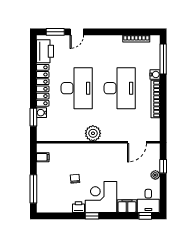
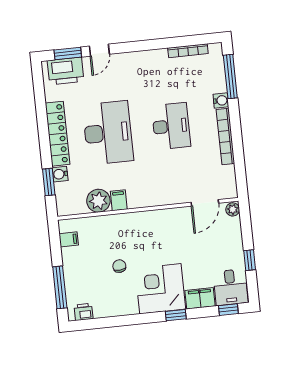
printer: (45, 51) -> (66, 71), moved, turned 90
desk: (120, 88) -> (171, 126), width x0.73, depth x0.77
plant: (93, 133) -> (98, 201), moved
filing cabinet: (79, 134) -> (119, 200), added
window: (163, 166) -> (250, 260), moved
plant: (155, 175) -> (233, 209), moved
printer: (79, 207) -> (84, 312), moved
window: (92, 216) -> (176, 315), moved

